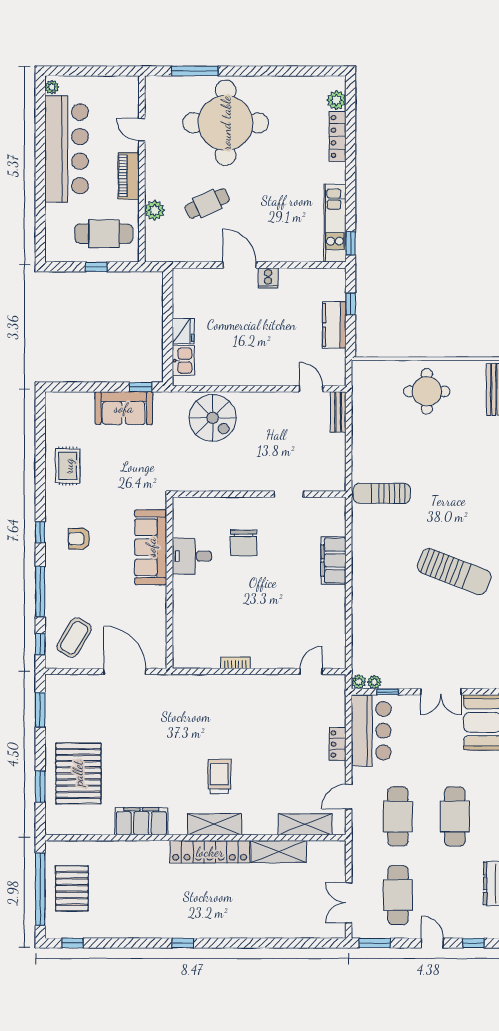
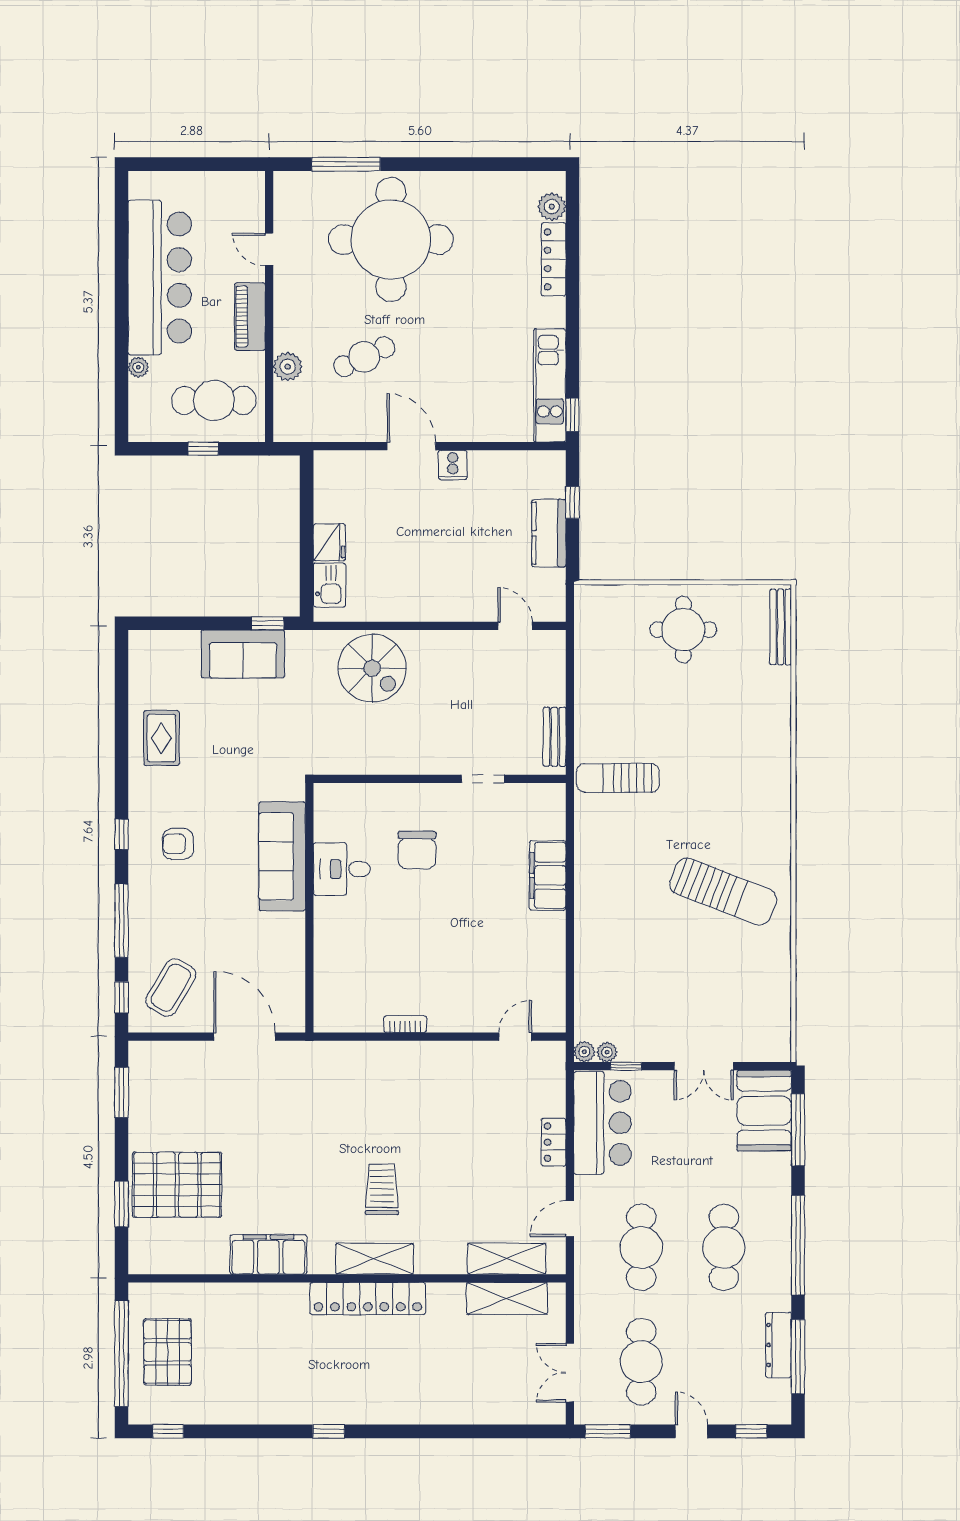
plant: (52, 87) -> (138, 367), moved
bench: (338, 412) -> (554, 737), moved
pallet: (78, 773) -> (177, 1185), turned 90
shelving: (279, 852) -> (507, 1298), moved

